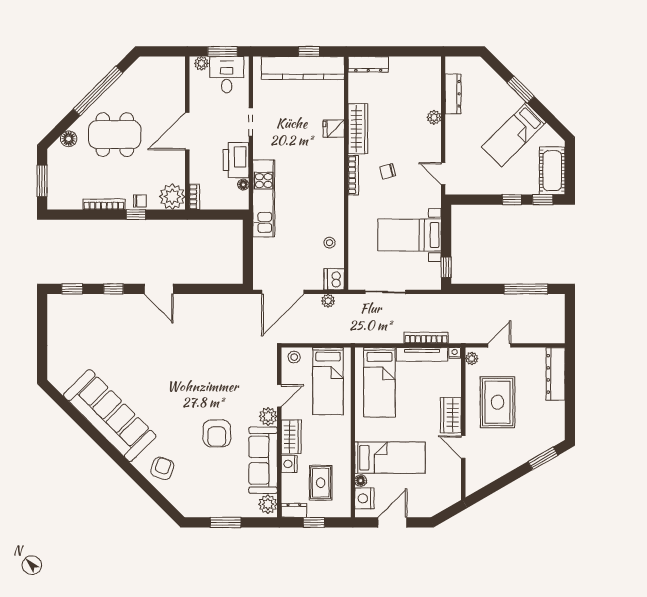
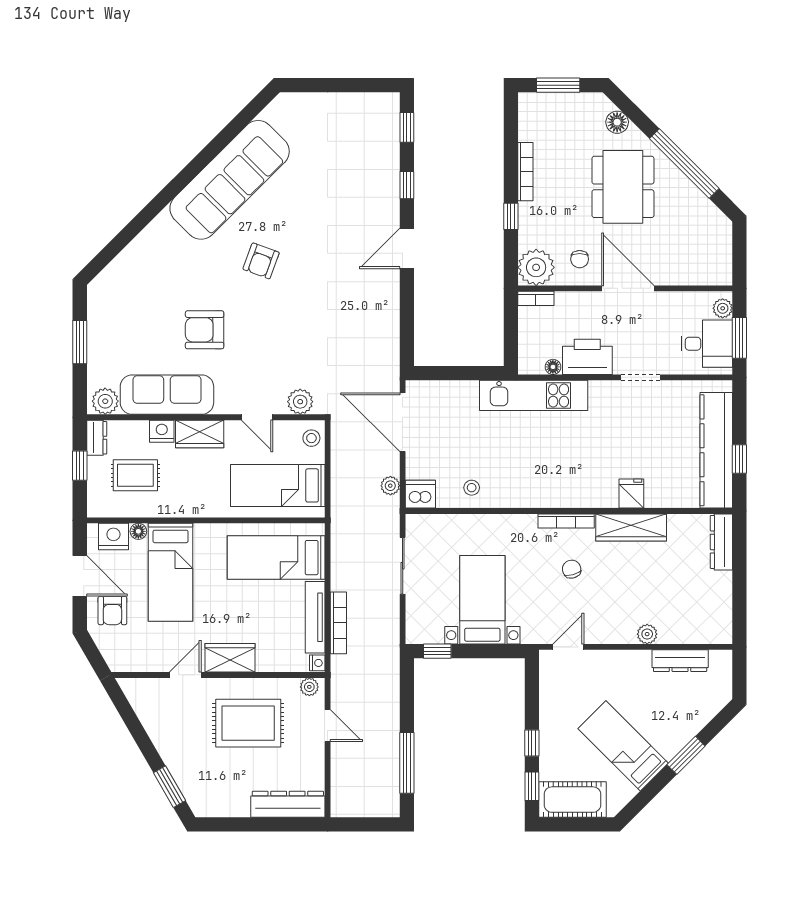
chair: (140, 201) -> (580, 259), moved
plant: (268, 416) -> (300, 402), moved
armchair: (162, 468) -> (261, 261), moved, turned 91
armchair: (417, 499) -> (112, 611), added

